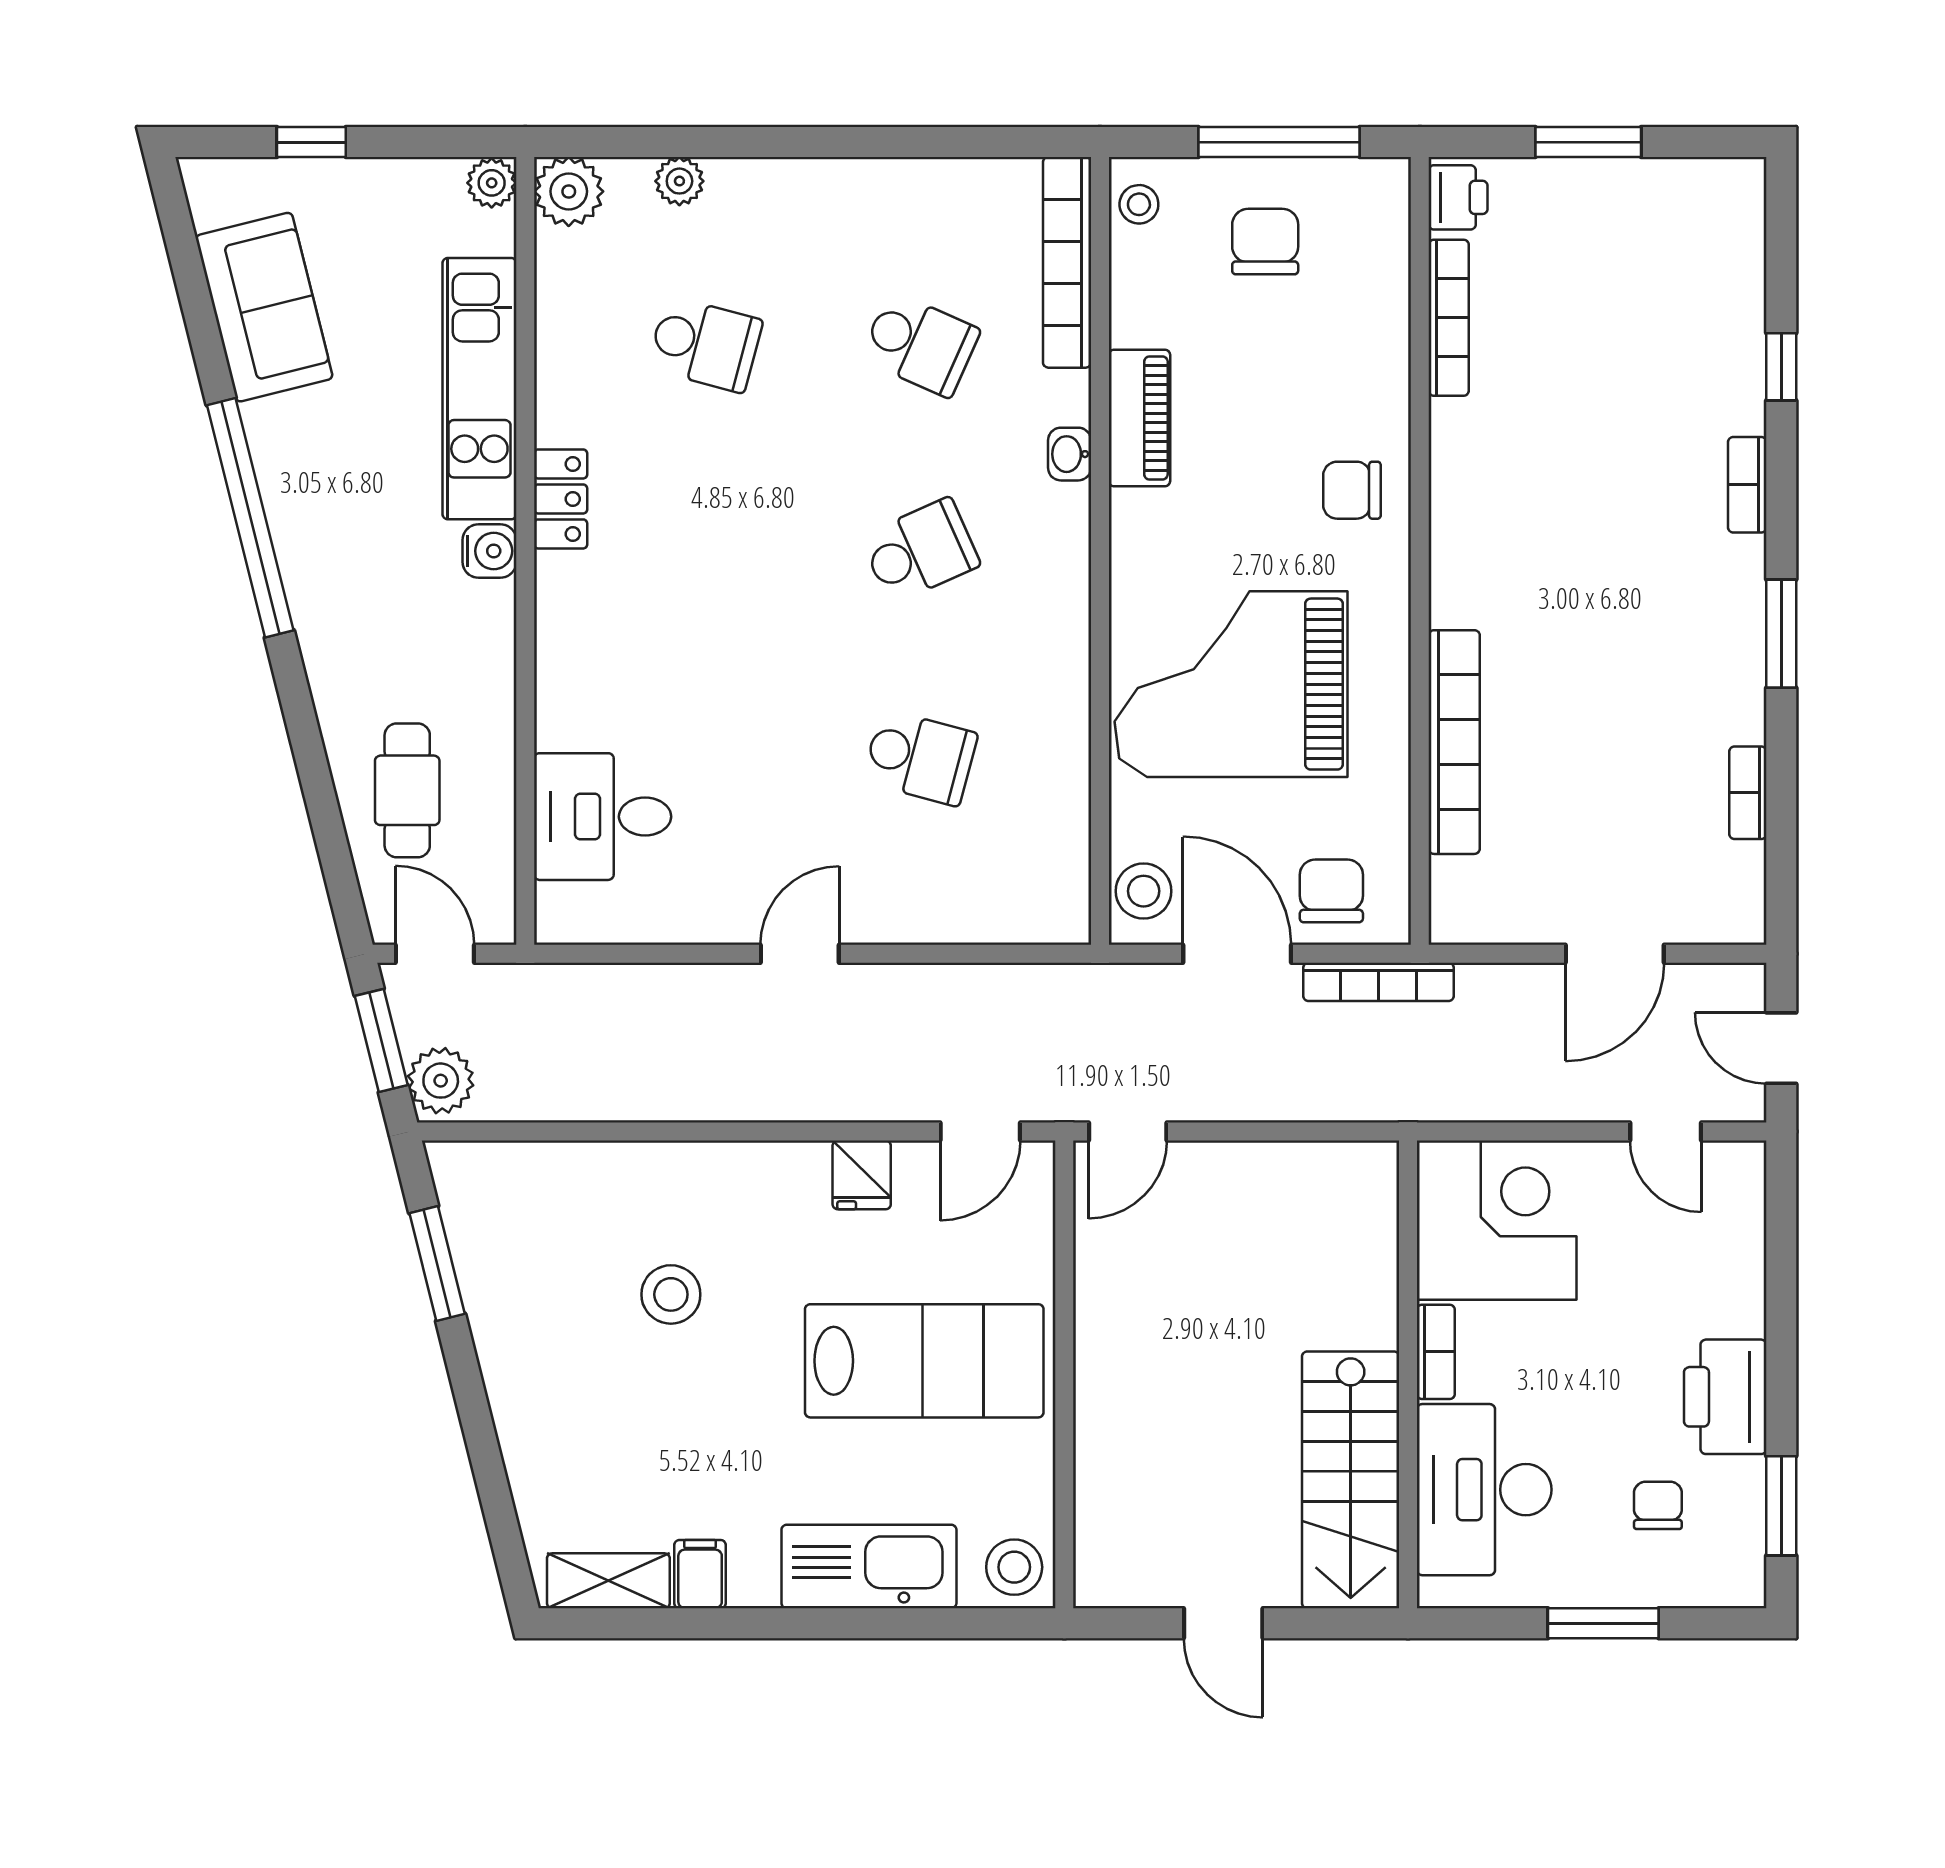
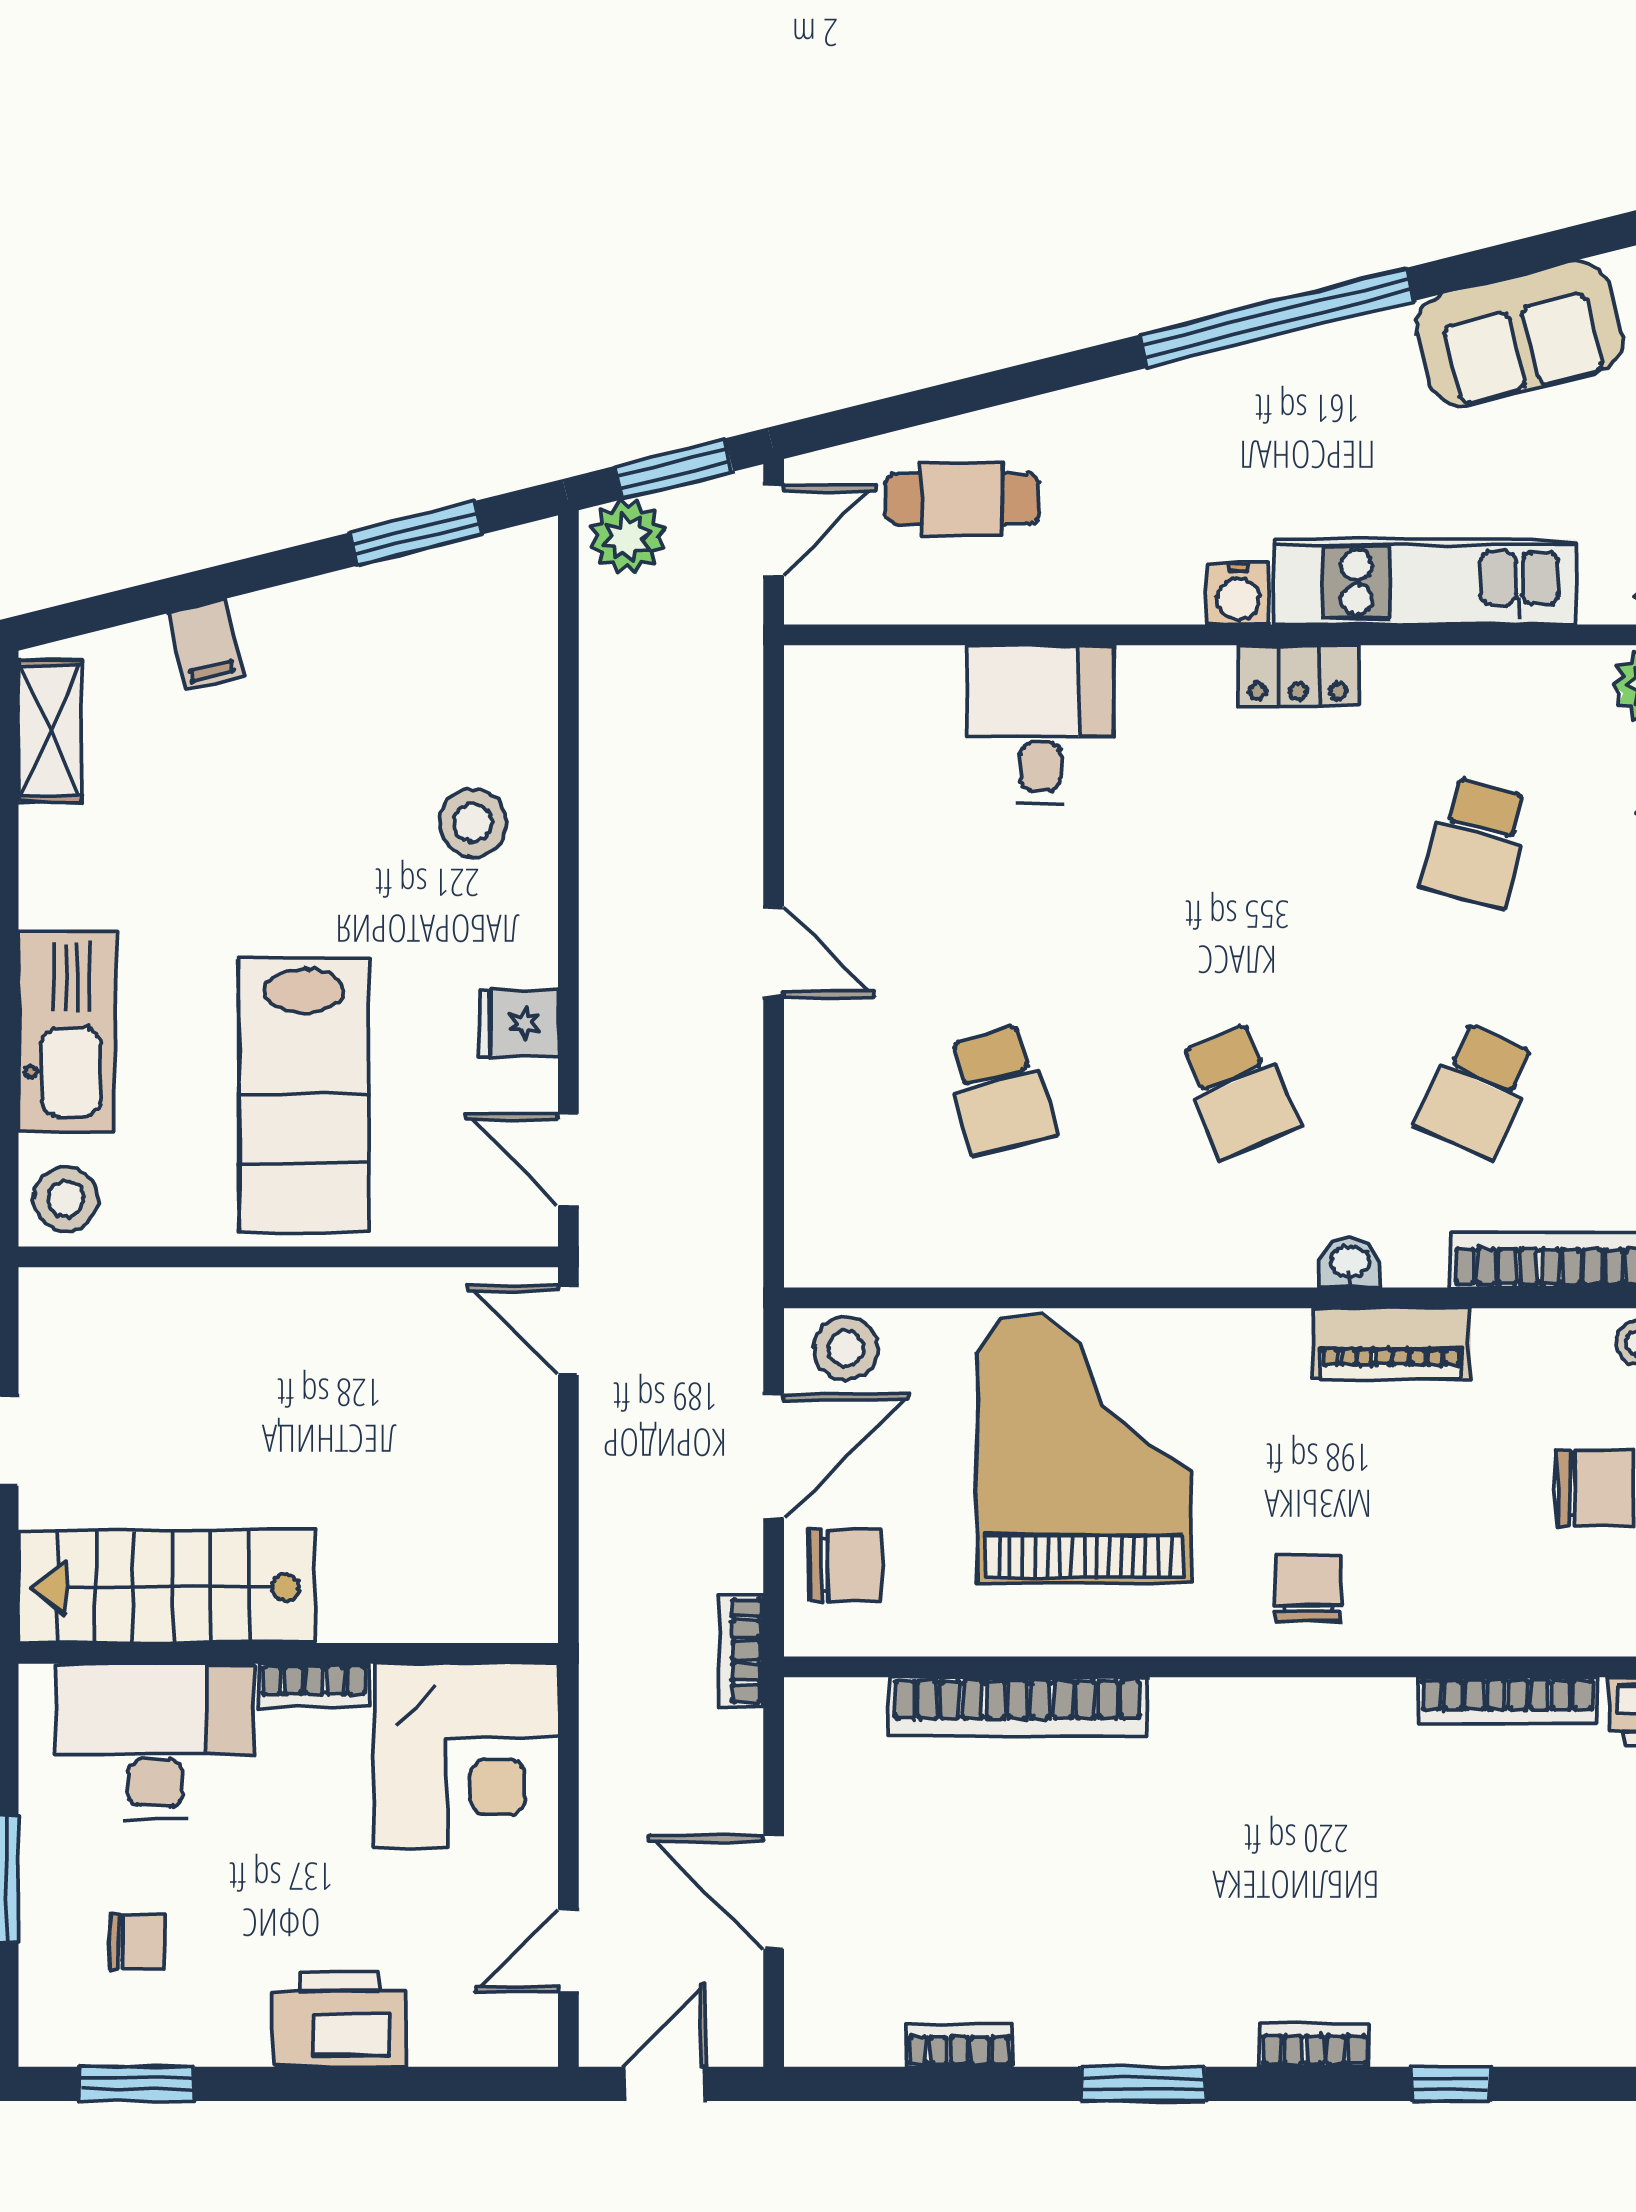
school desk: (920, 757) -> (1000, 1090), turned -30
desk: (603, 817) -> (1040, 724), moved
bookcase: (1379, 982) -> (741, 1650), width x0.64
stool: (671, 1294) -> (473, 823), moved
printer: (1725, 1397) -> (339, 2019), moved
filing cabinet: (700, 1574) -> (205, 644), moved, turned 76

